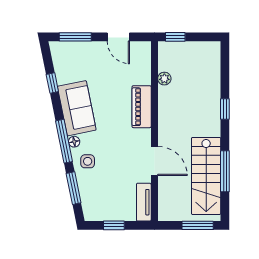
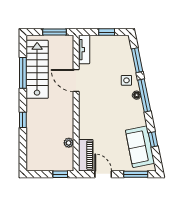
piano: (142, 107) -> (86, 155), moved
sofa: (77, 108) -> (140, 147), moved
window: (198, 225) -> (54, 32), moved

